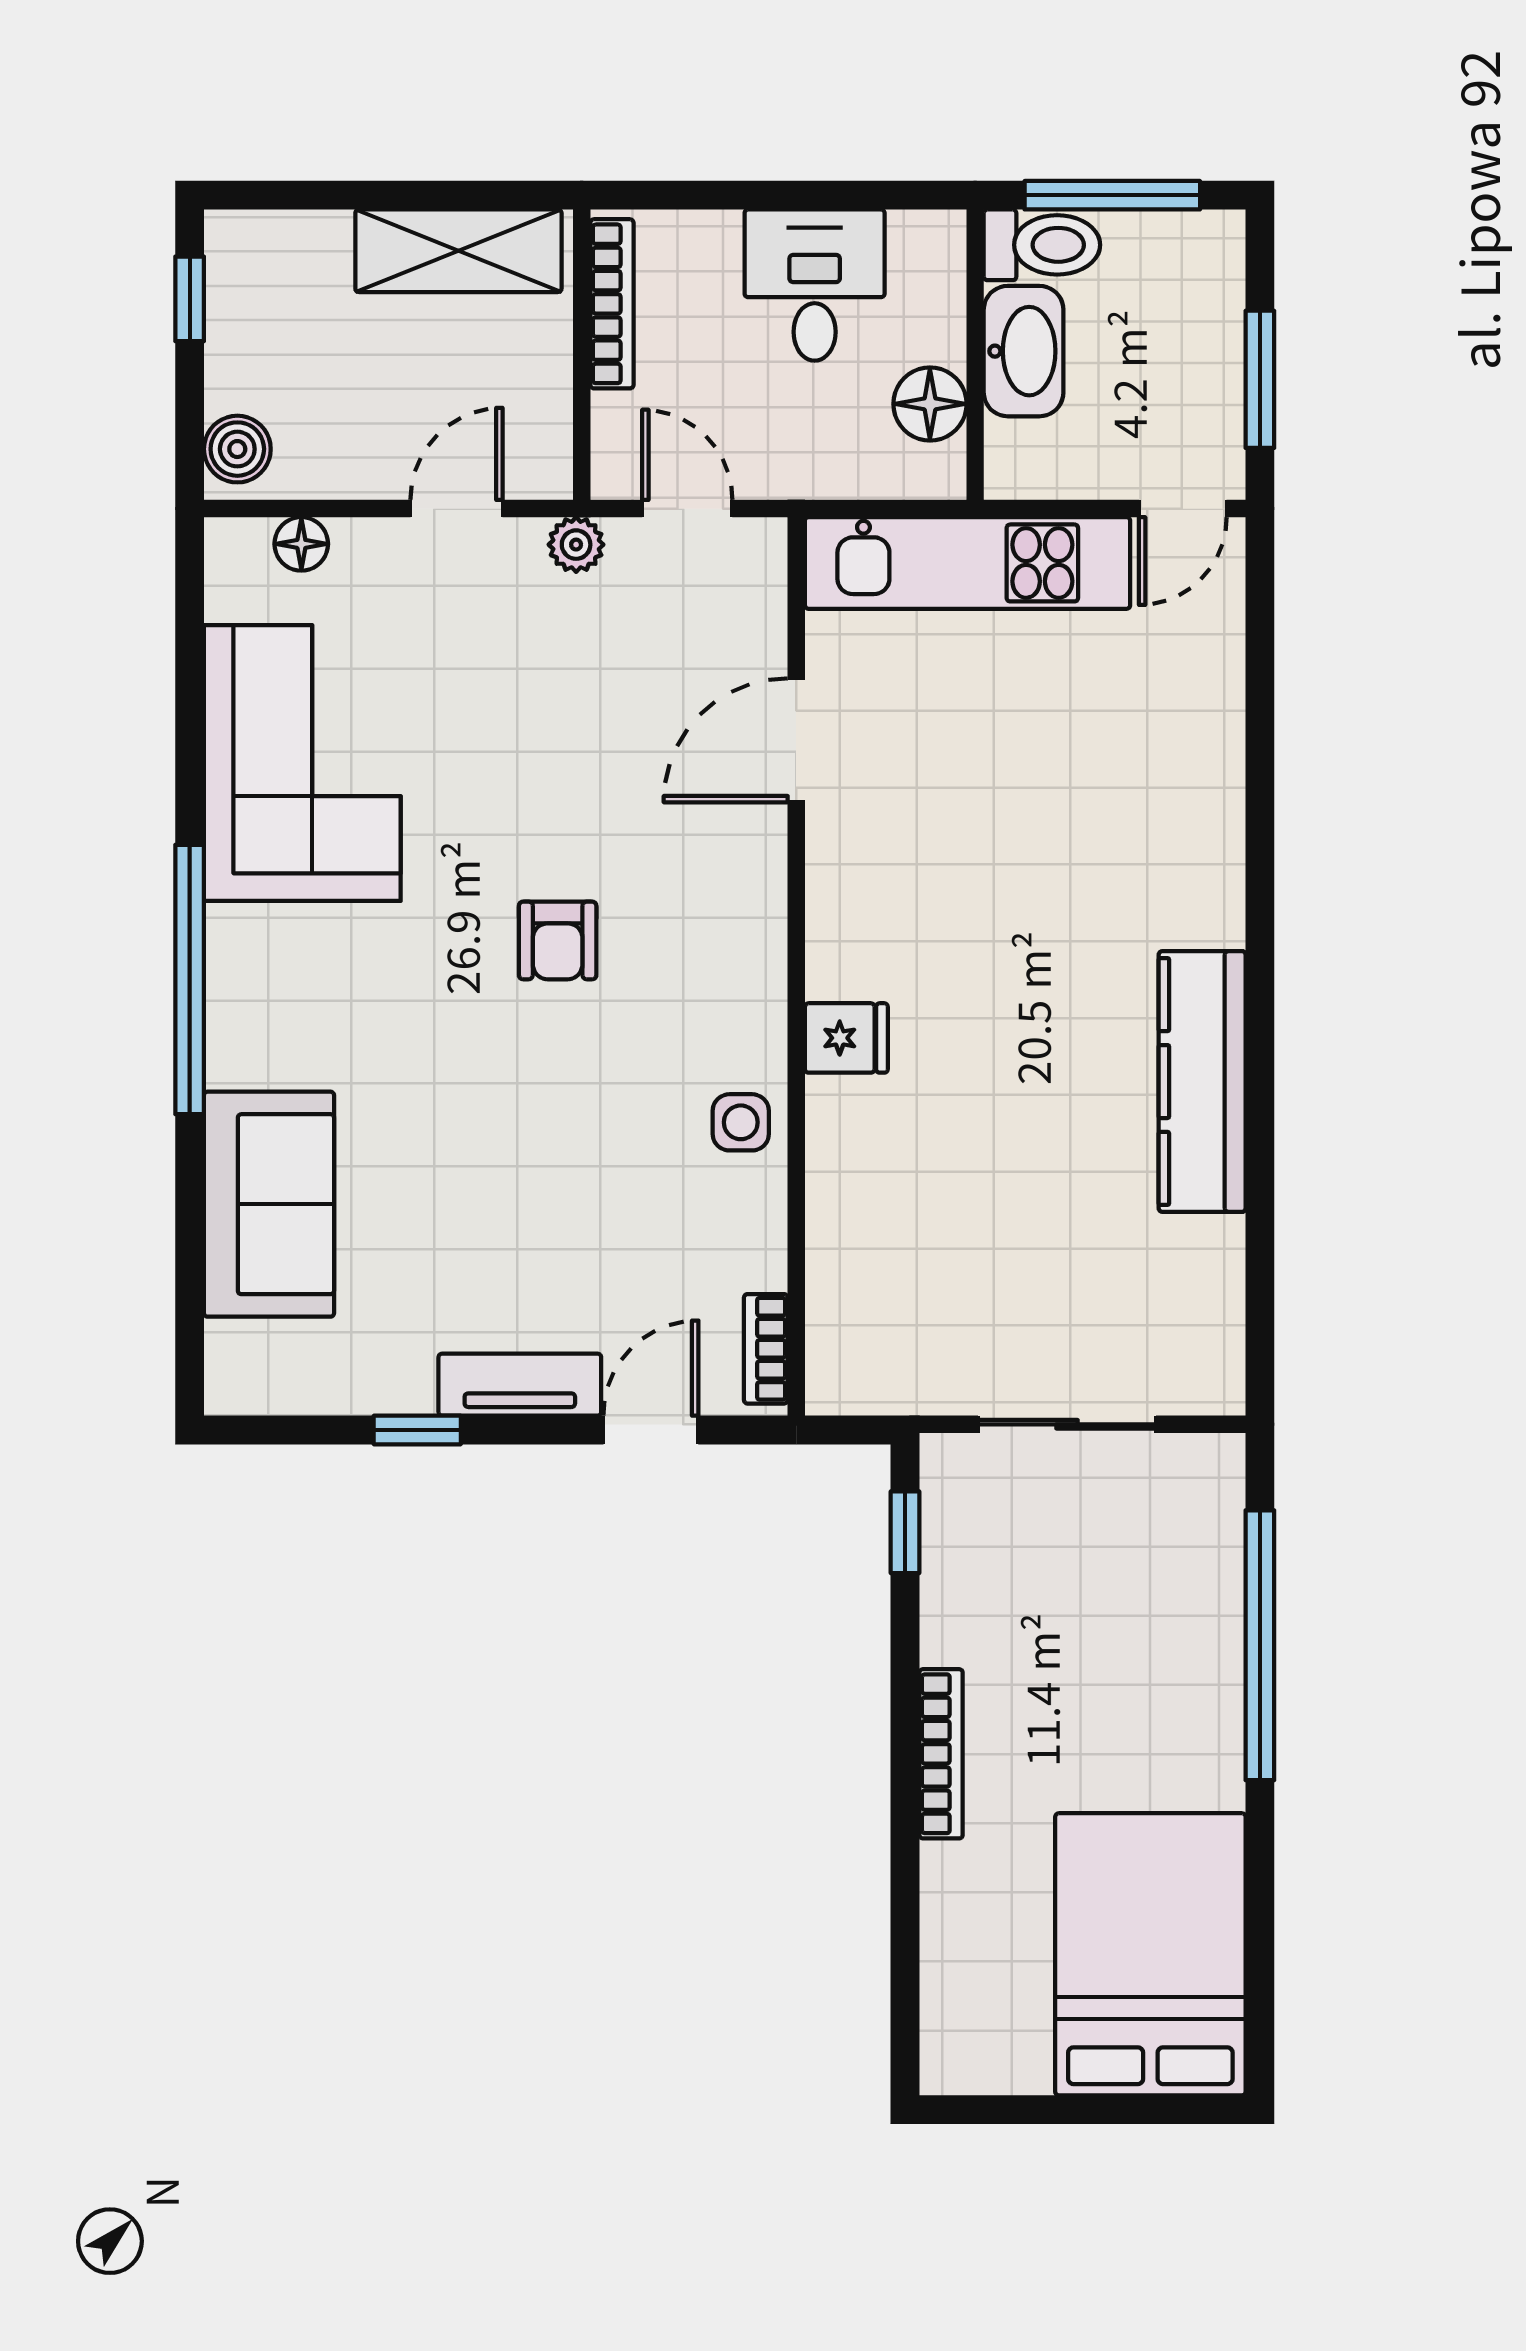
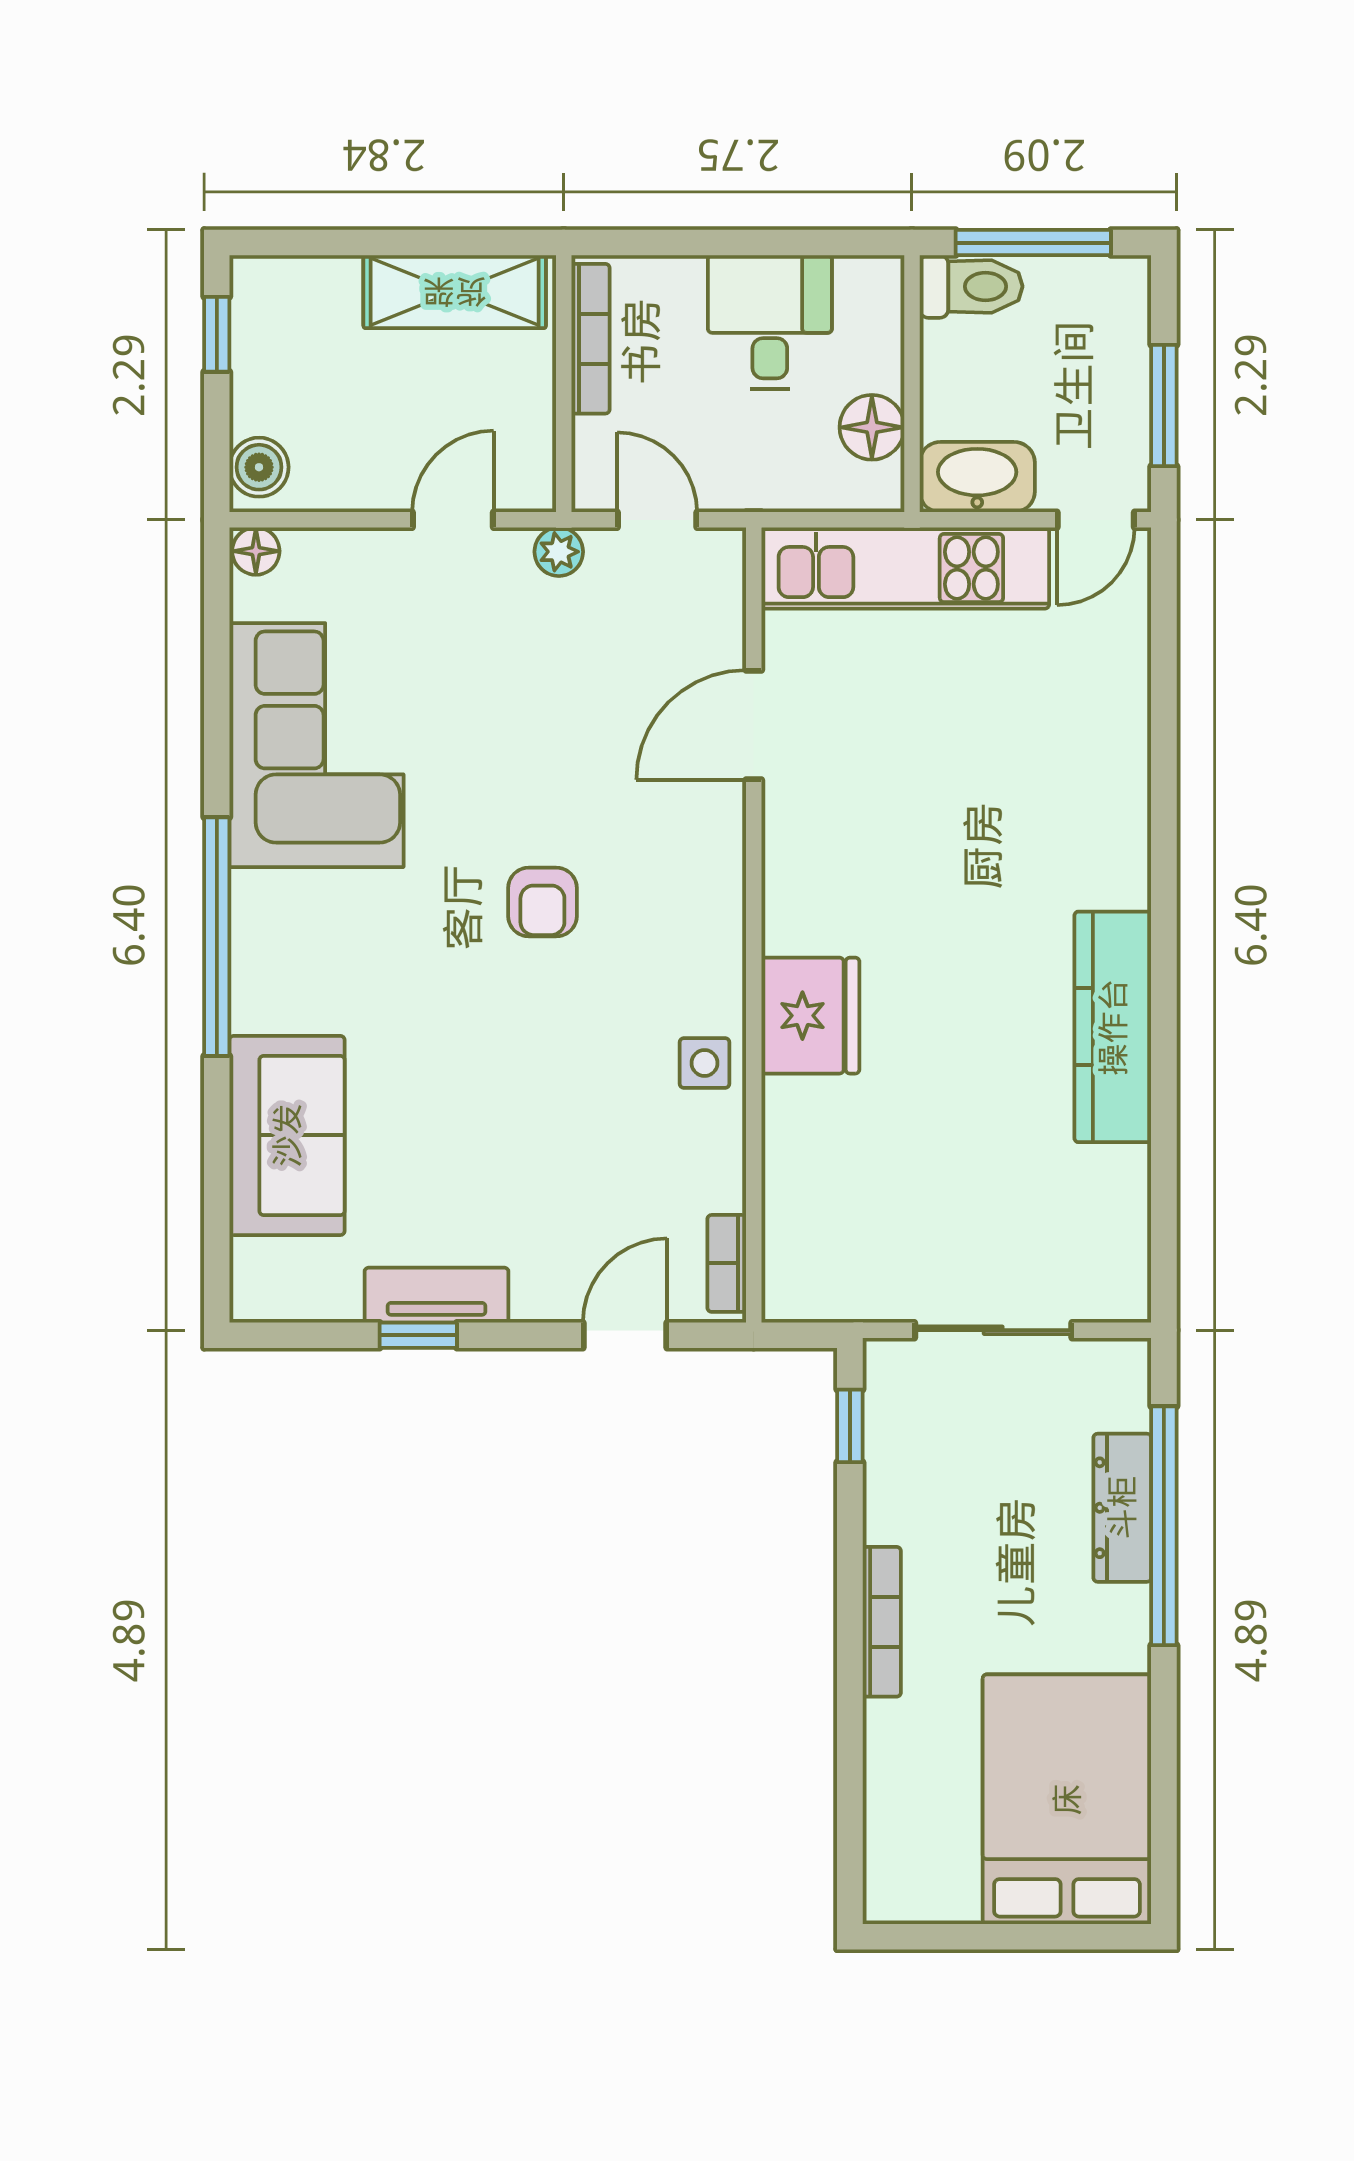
washbasin: (1024, 351) -> (977, 477), moved, turned -90
floor lamp: (301, 544) -> (256, 551), moved
fridge: (846, 1038) -> (810, 1016), width x1.88, depth x1.34
tv unit: (520, 1385) -> (437, 1295), moved
dresser: (1213, 1625) -> (1122, 1508), added

